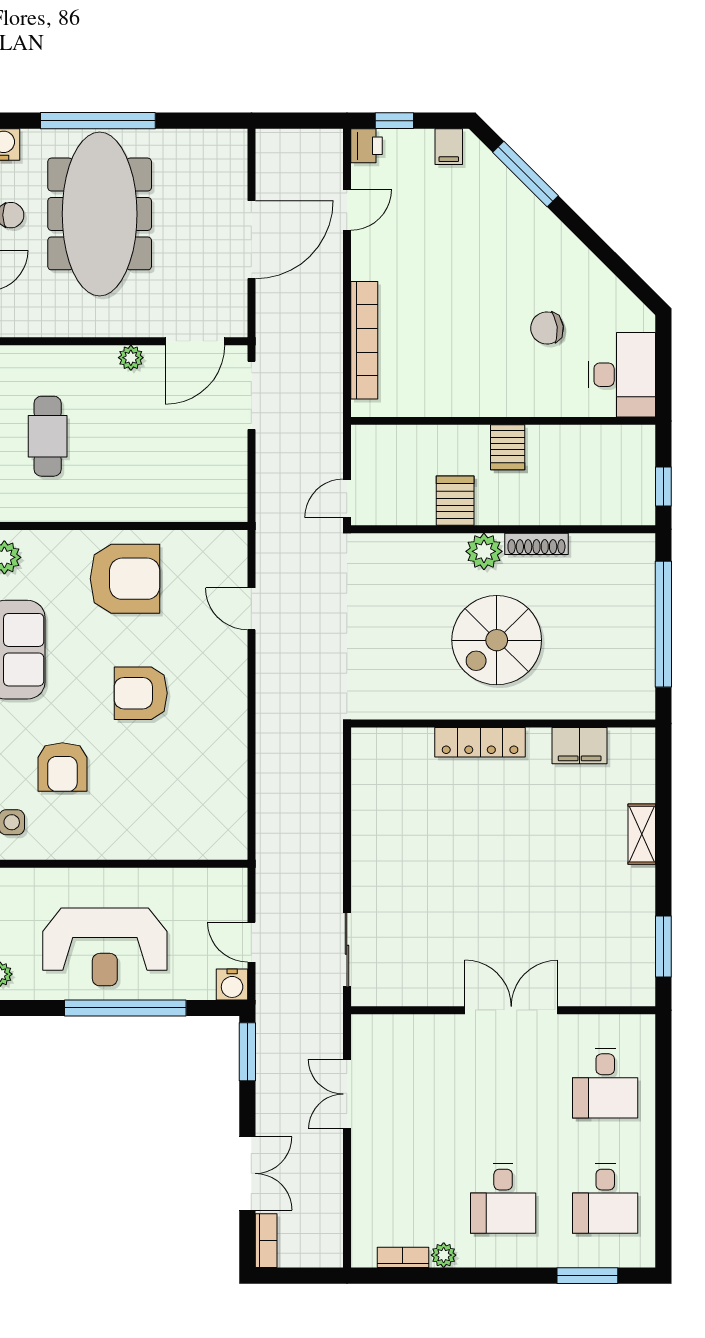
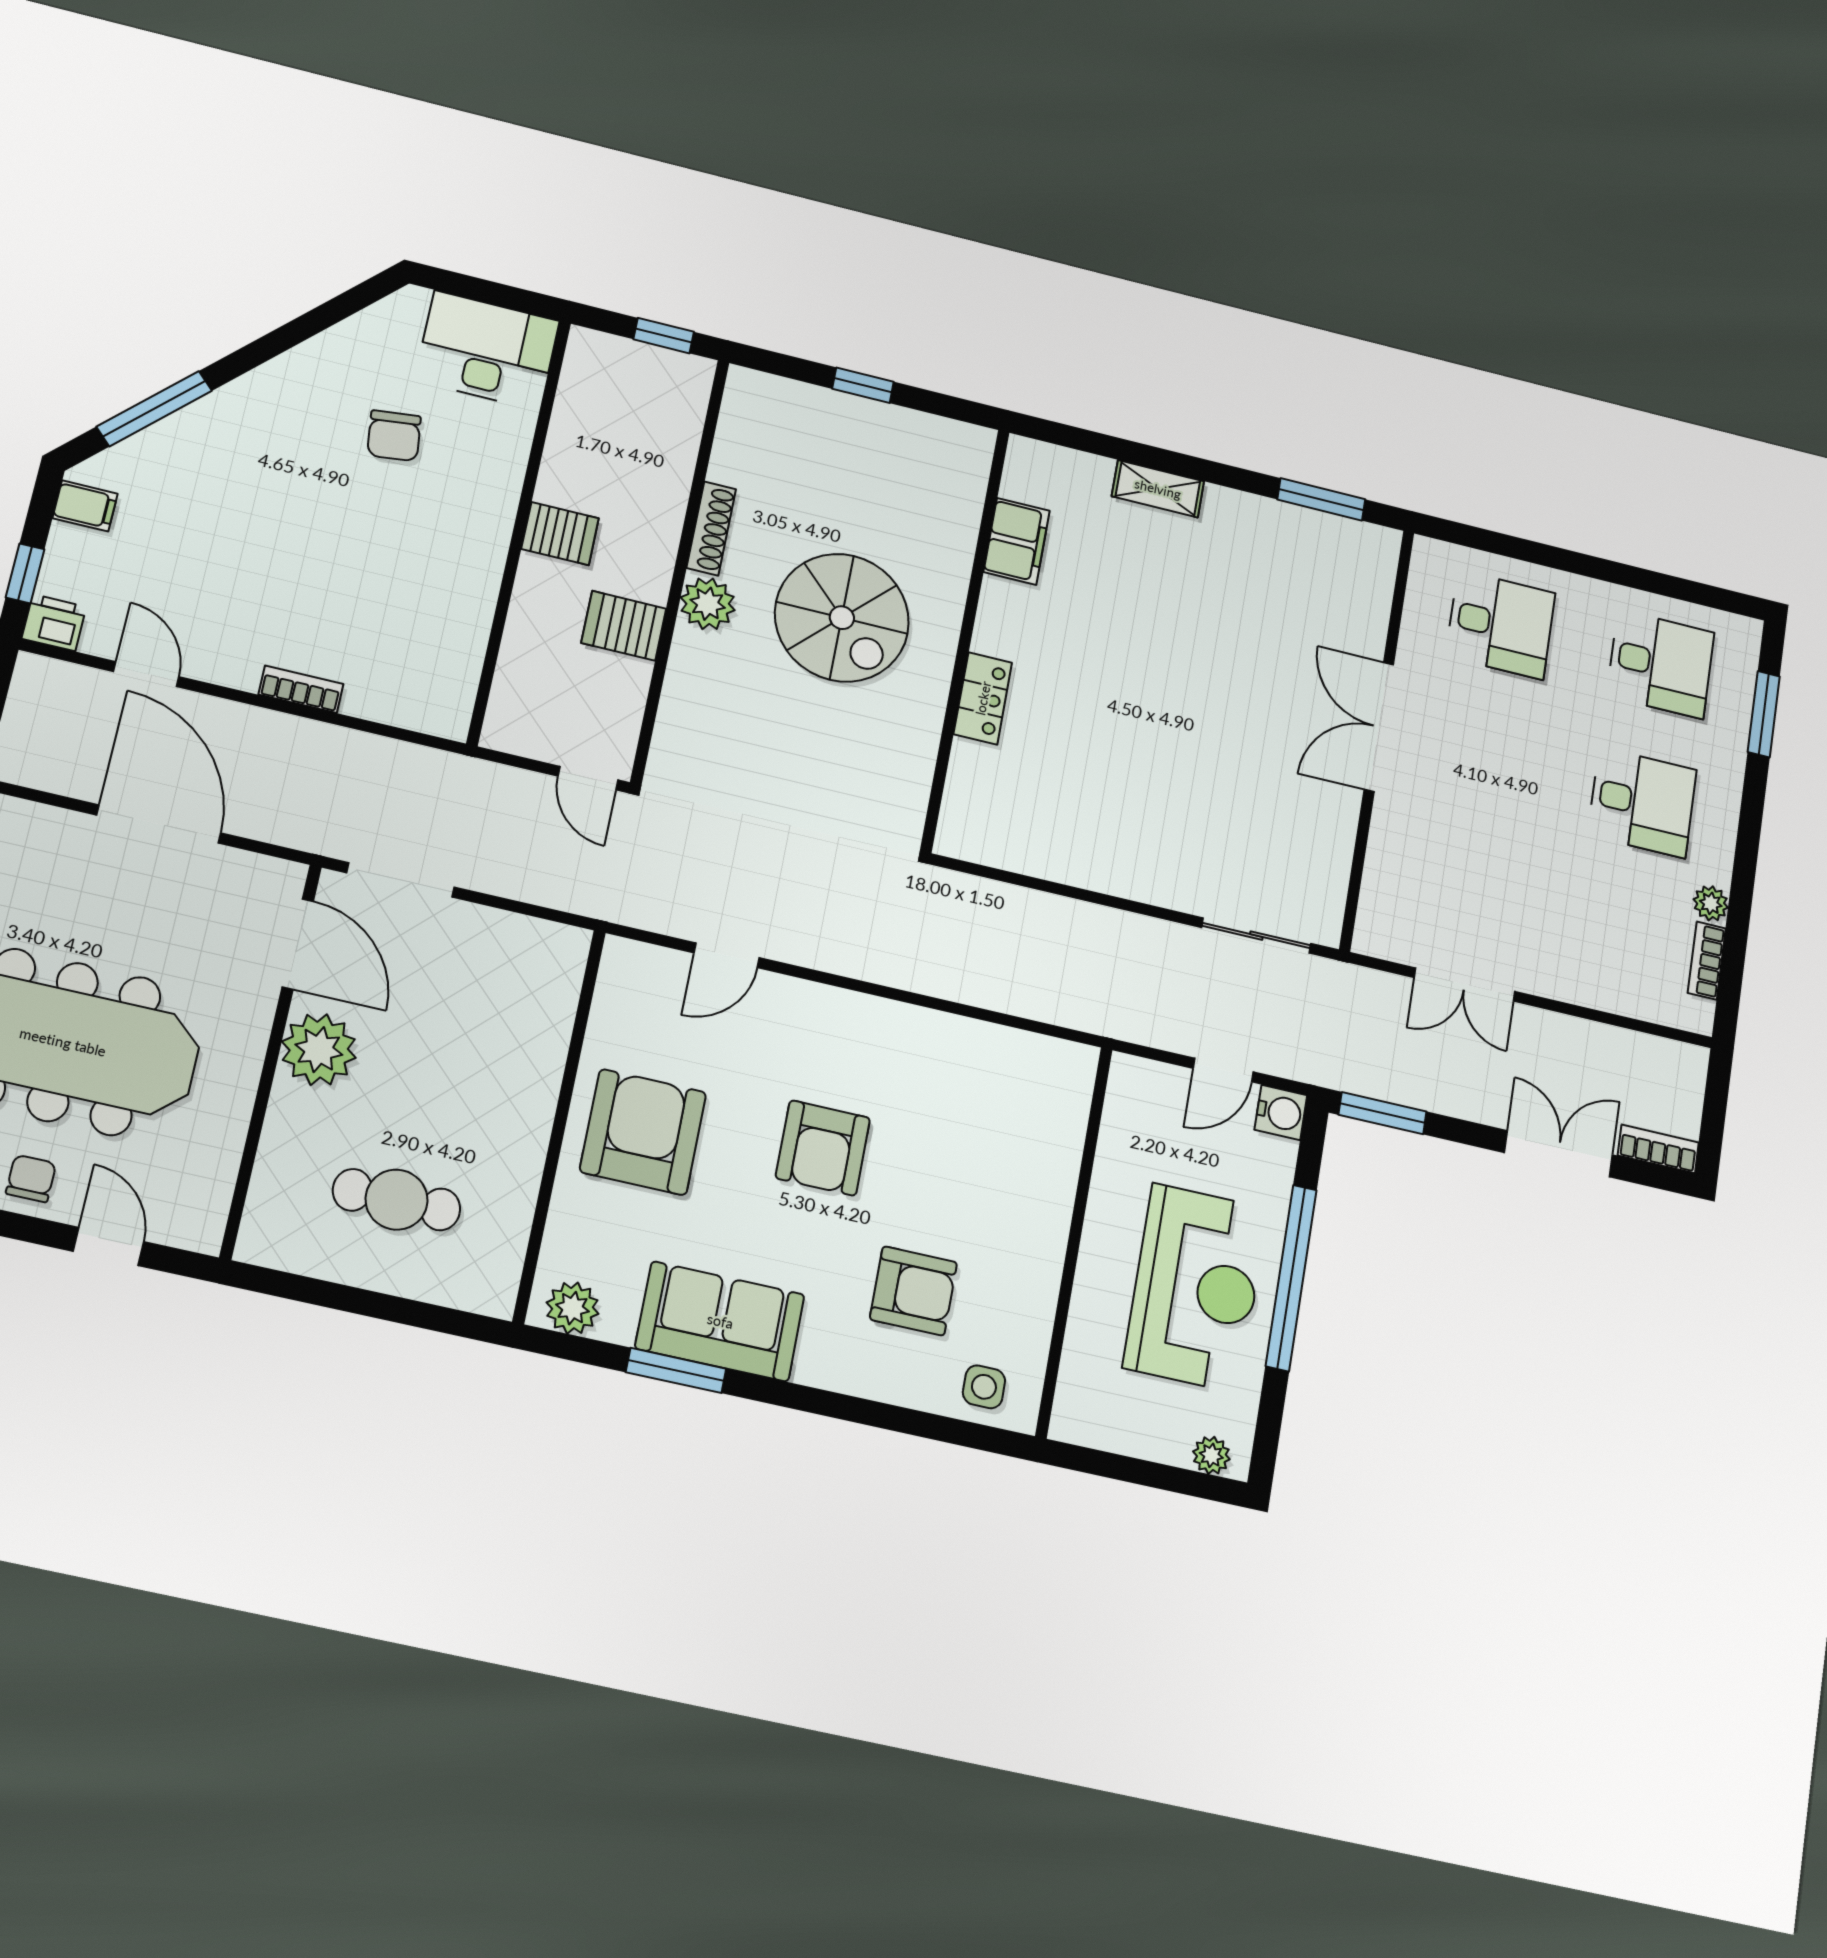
bookcase: (364, 340) -> (301, 689), width x0.43, depth x0.76
plant: (131, 358) -> (319, 1050), width x1.88, depth x1.88
window: (663, 624) -> (863, 385), width x0.32
locker: (480, 742) -> (983, 698), width x0.66

